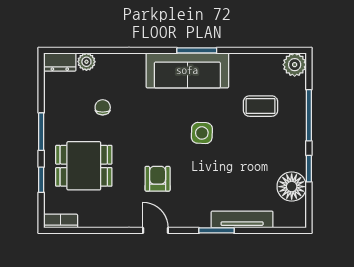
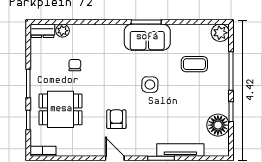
sofa: (187, 70) -> (147, 37), width x0.73

